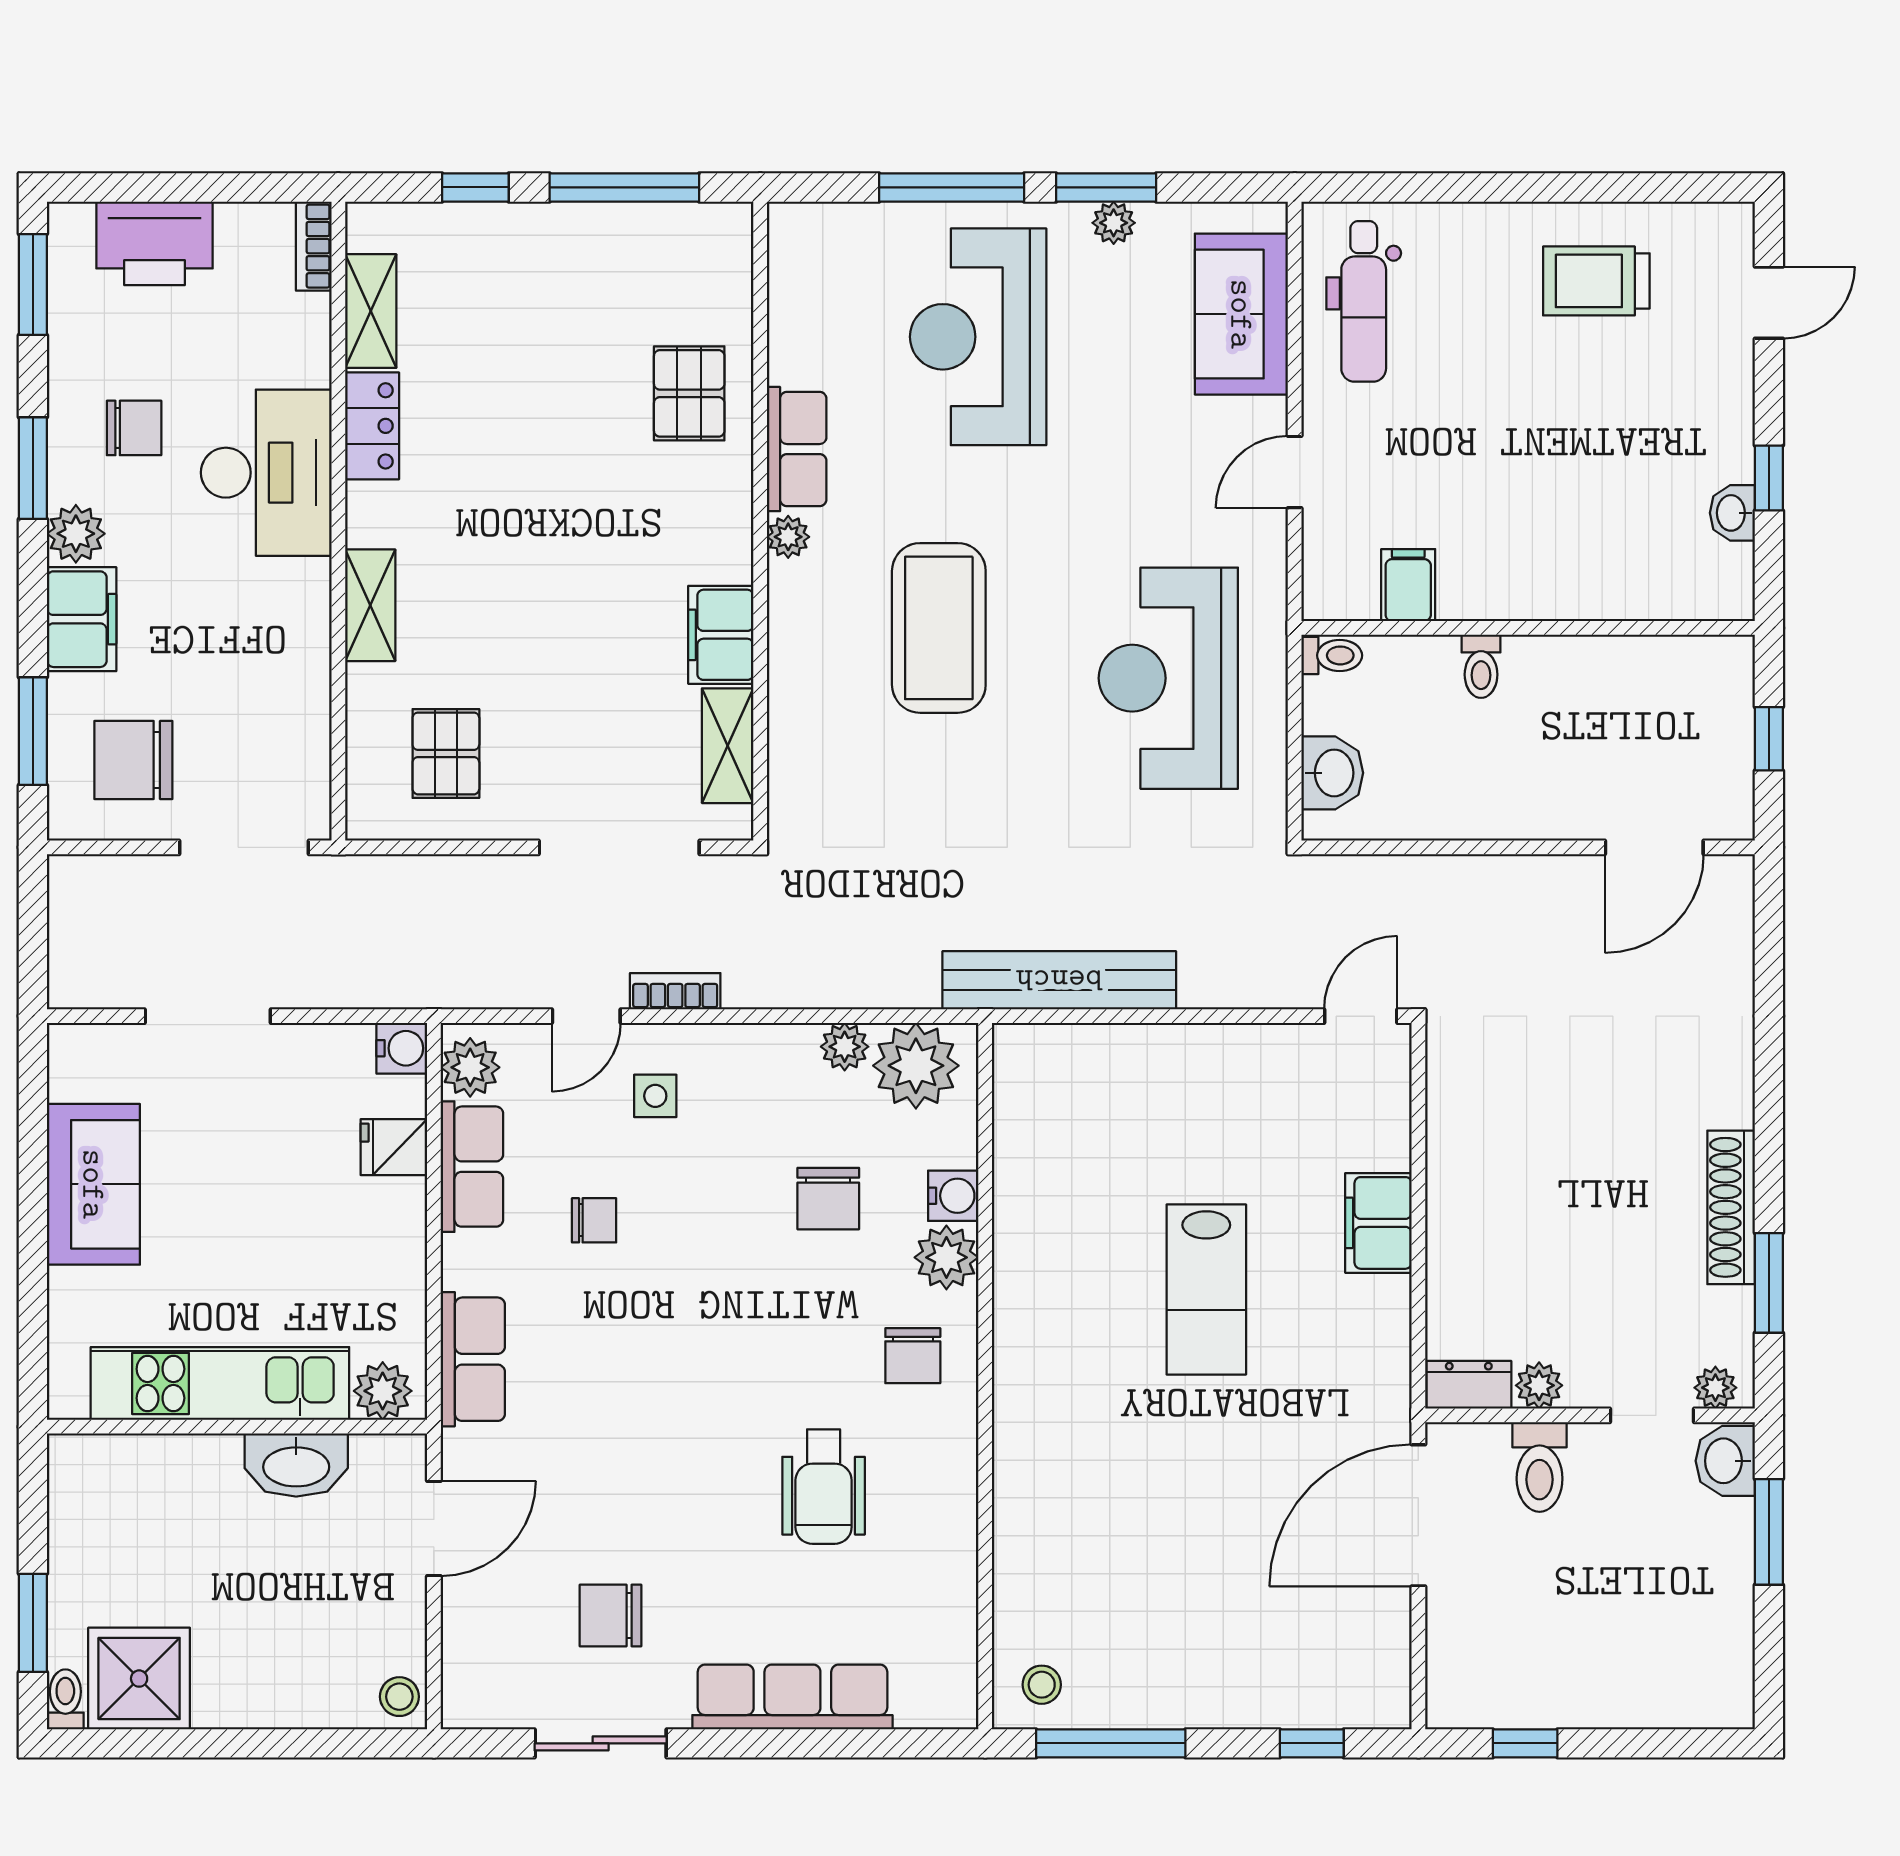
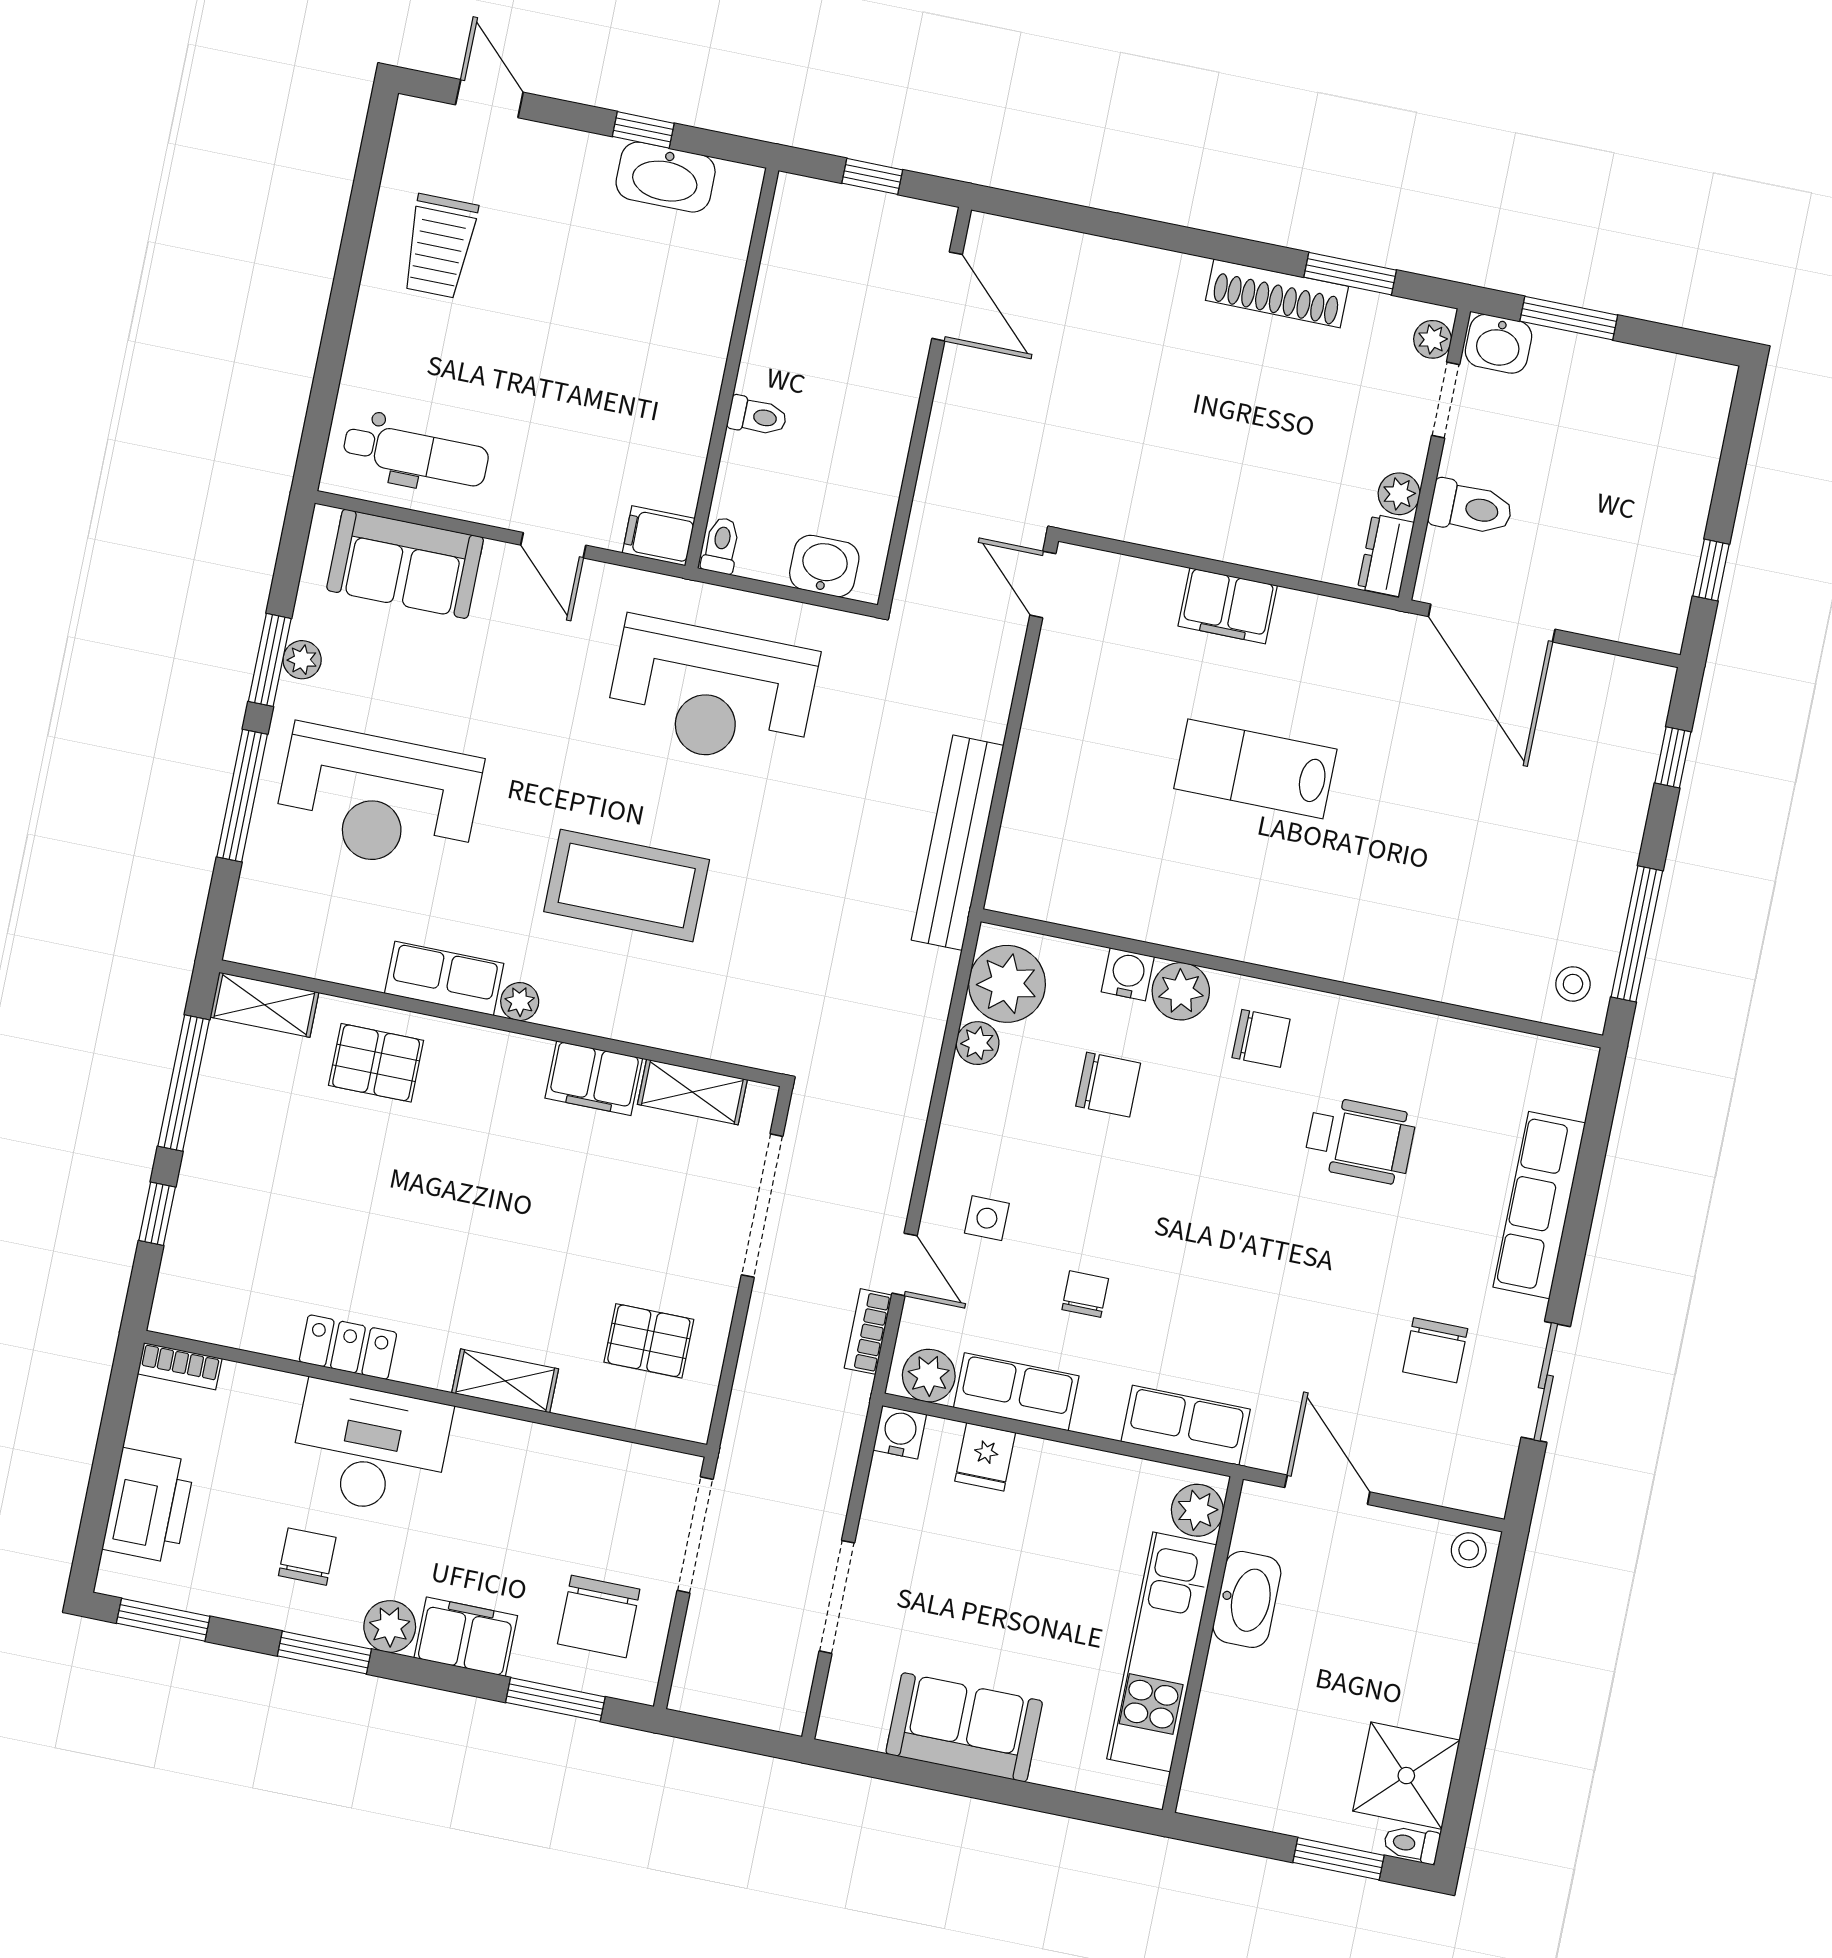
shelving: (371, 311) -> (264, 1005), moved
washbasin: (1732, 513) -> (666, 177), width x1.91, depth x1.45
filing cabinet: (1408, 585) -> (659, 536), moved
bookcase: (675, 991) -> (868, 1332), moved
lab bench: (1206, 1290) -> (1255, 769), turned 180

